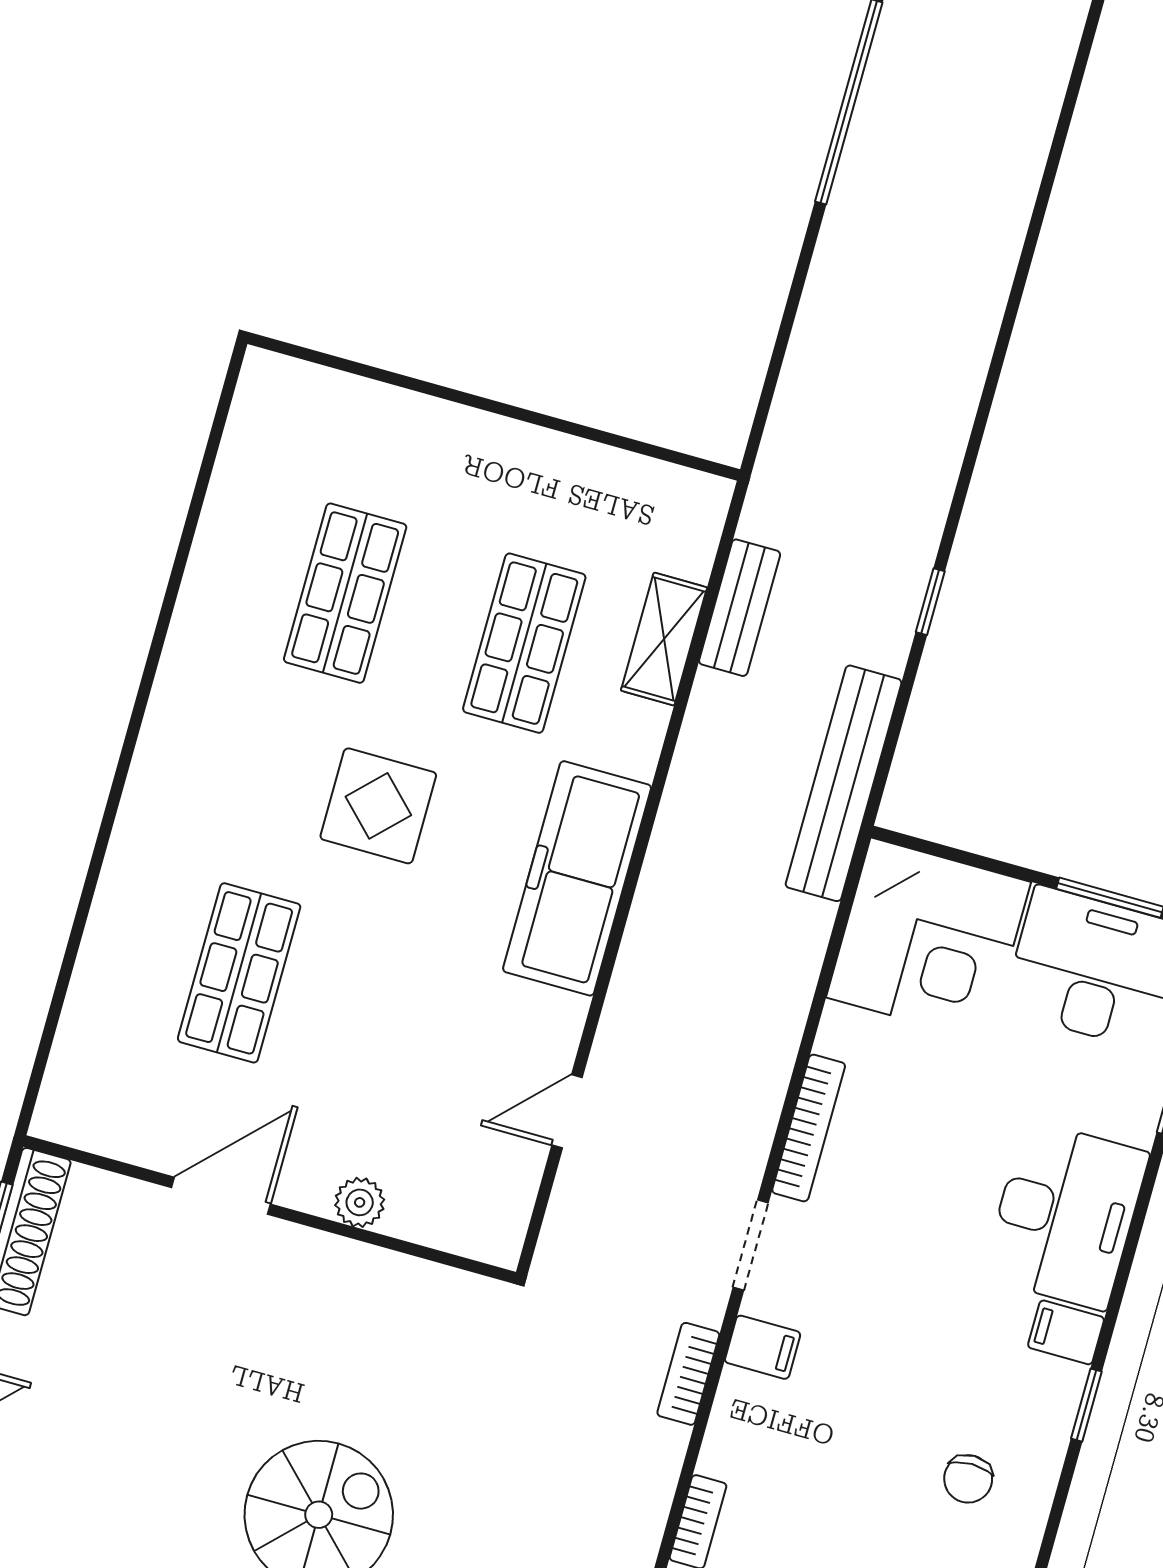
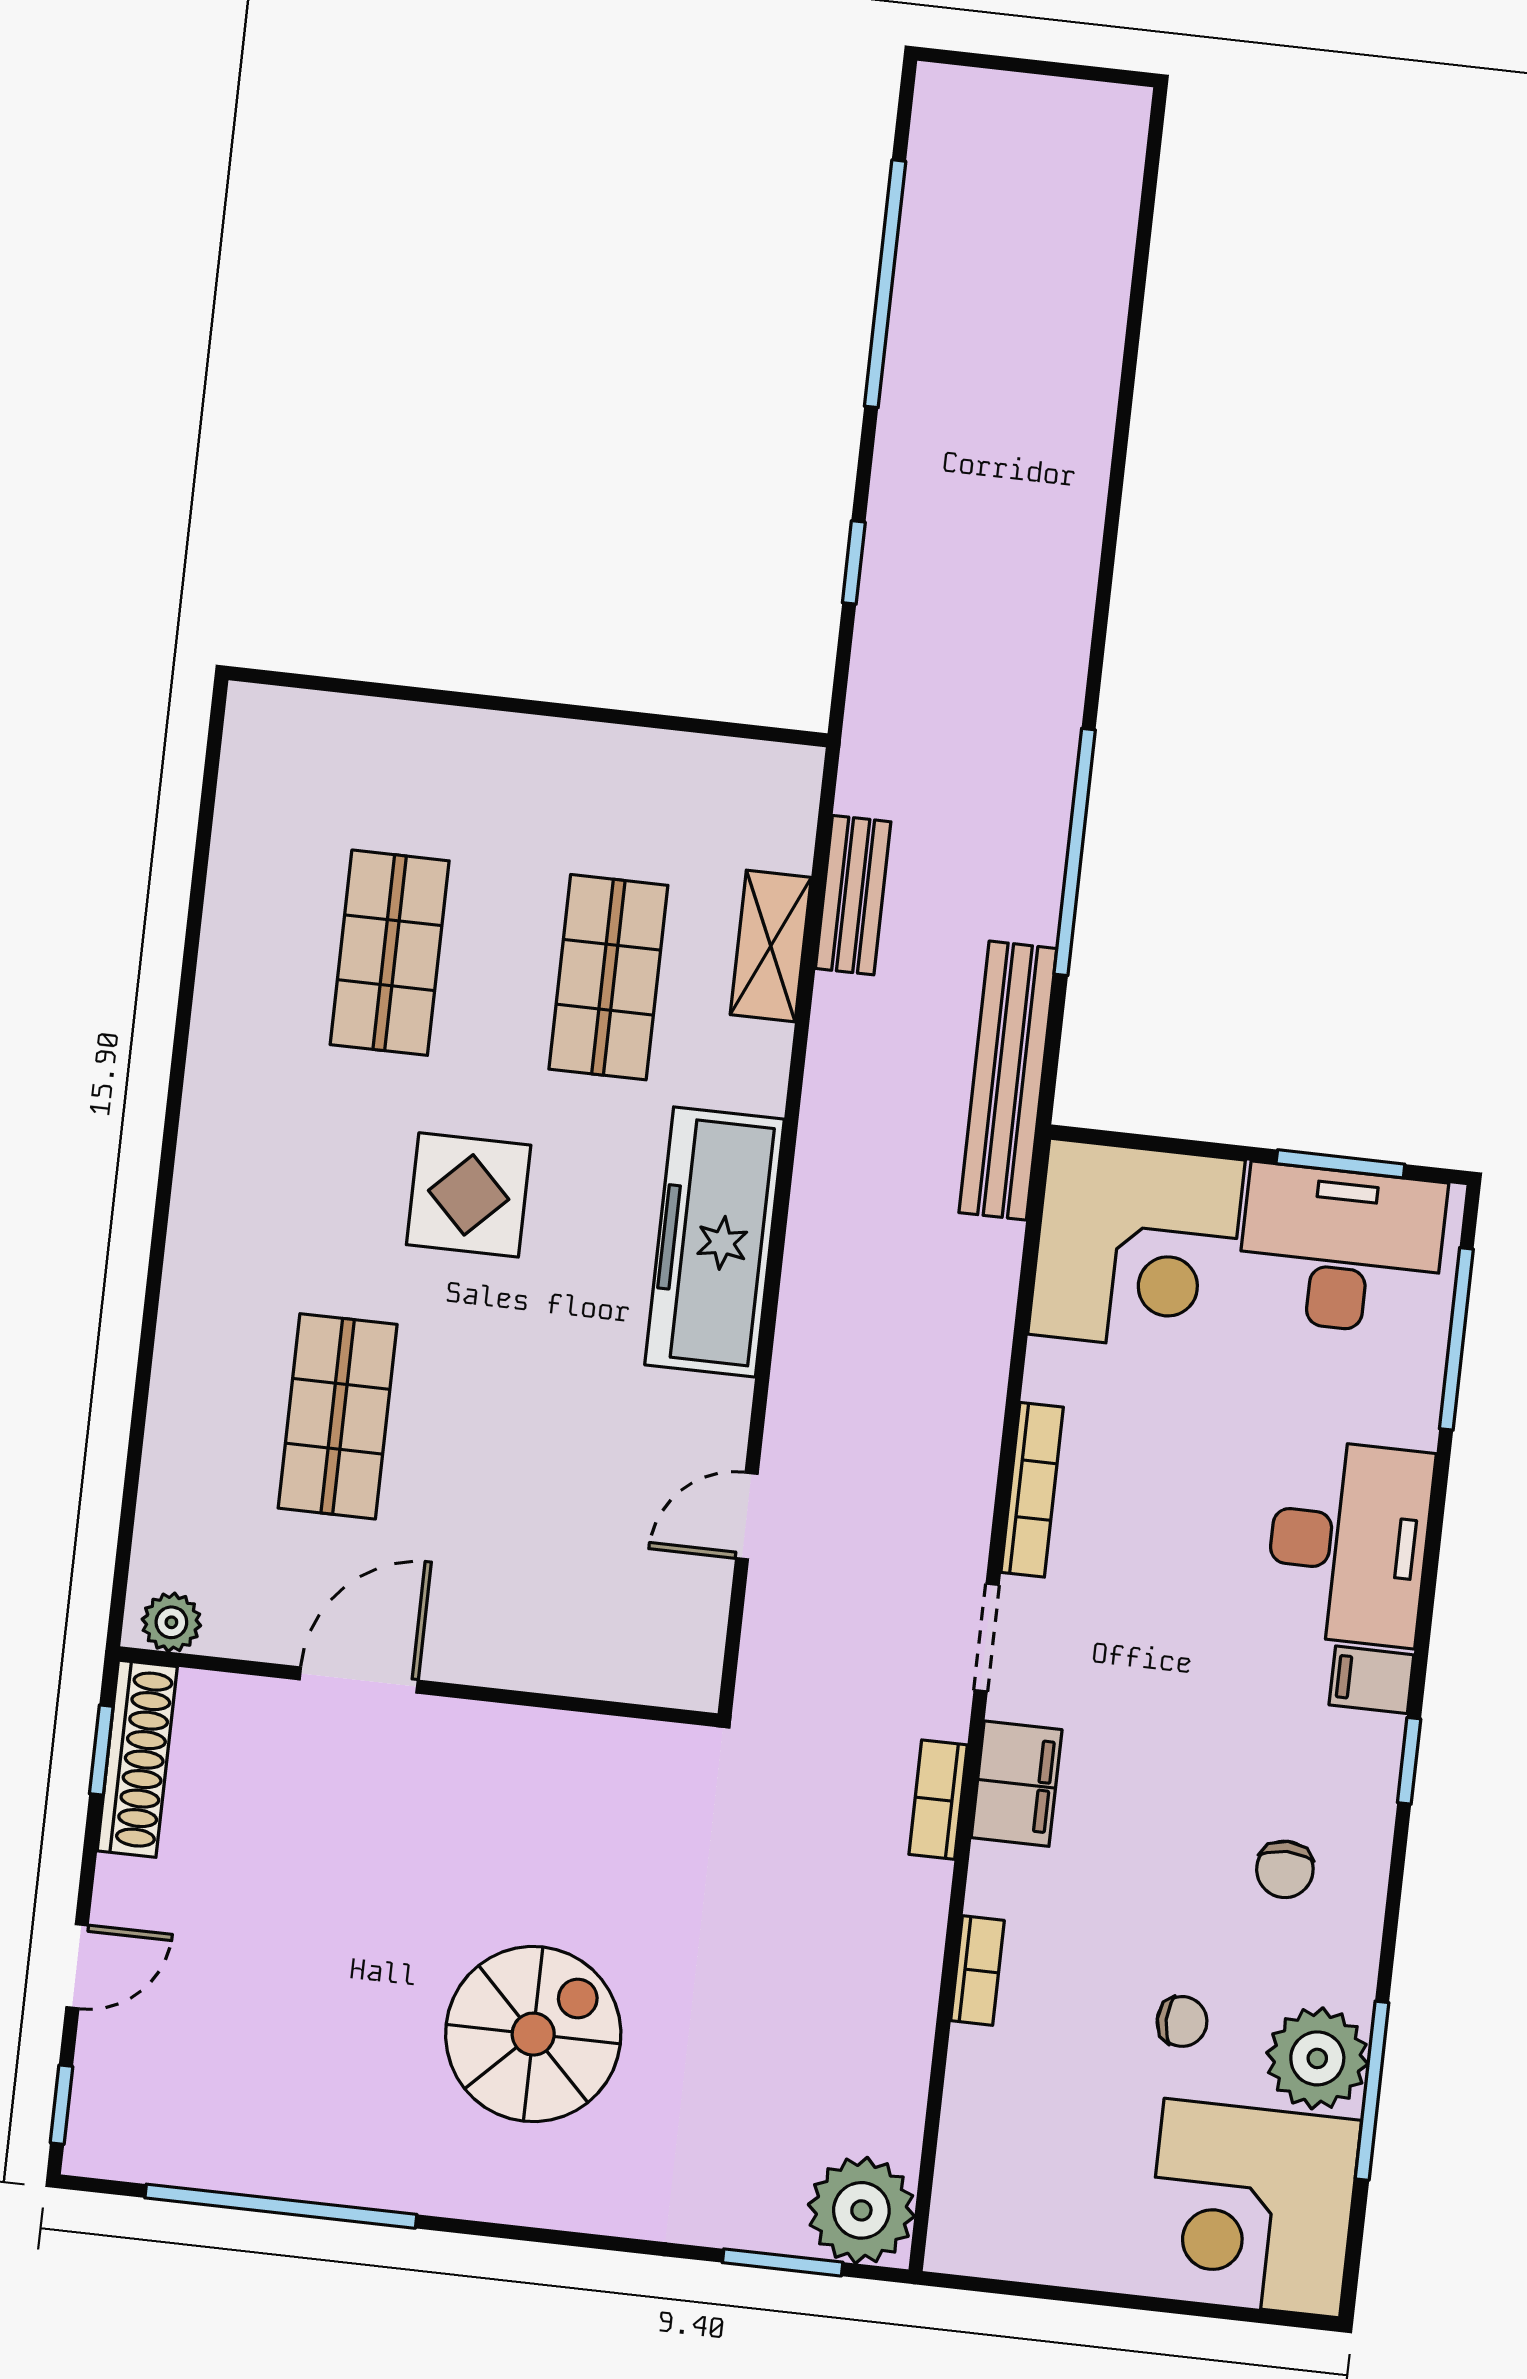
window: (785, 330) -> (854, 562), added
window: (930, 602) -> (1075, 852), width x3.17
plant: (360, 1202) -> (171, 1622), moved
filing cabinet: (763, 1347) -> (1017, 1784), width x2.00

